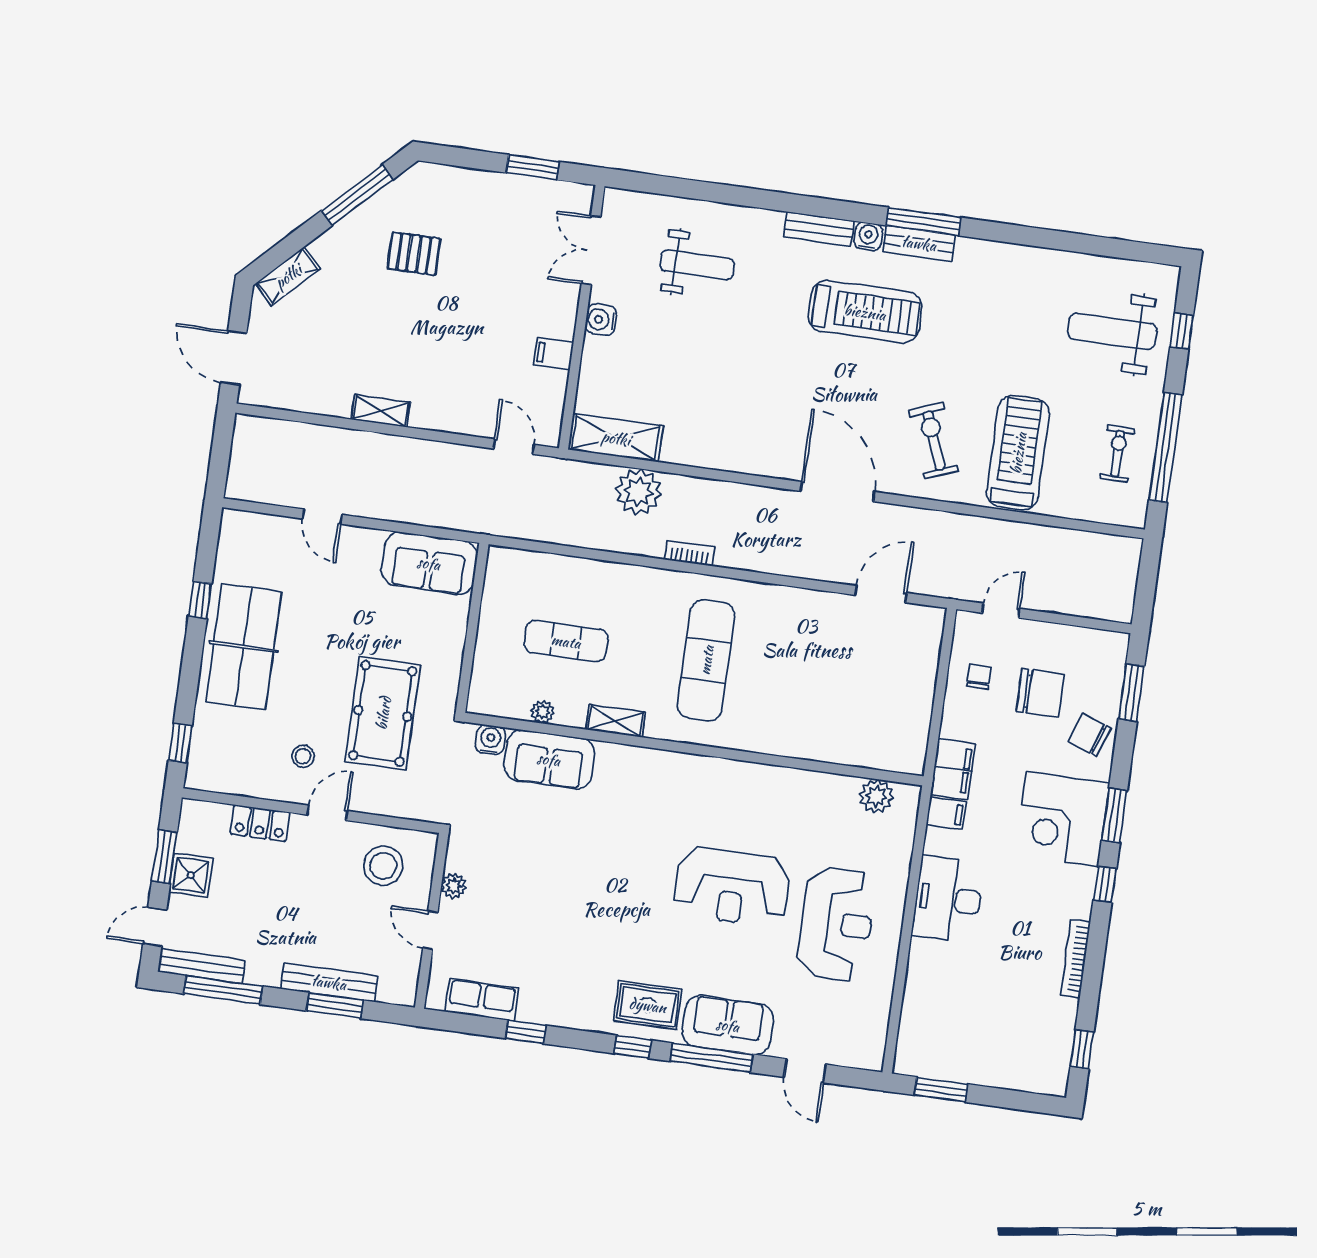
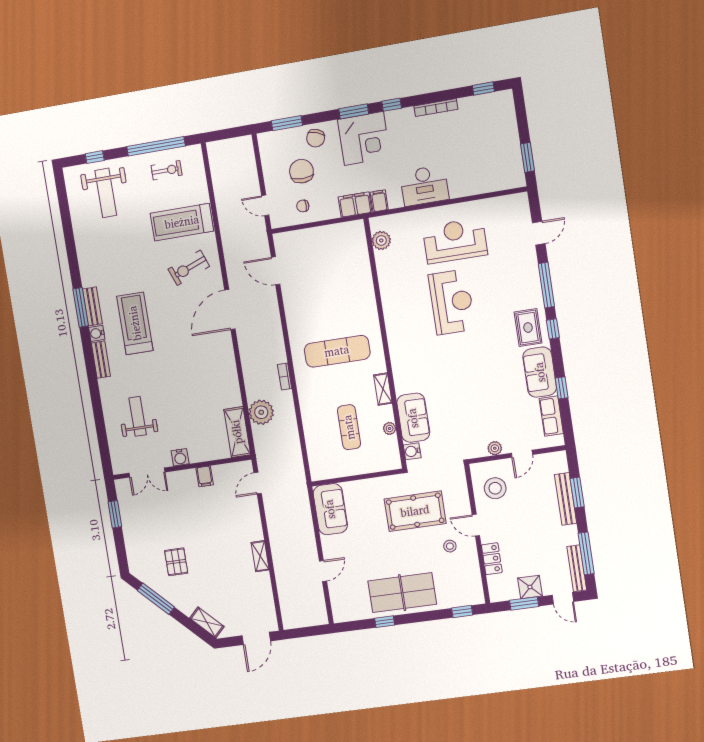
exercise bike: (1117, 454) -> (167, 170), turned 180
sofa: (728, 1025) -> (540, 372), moved

